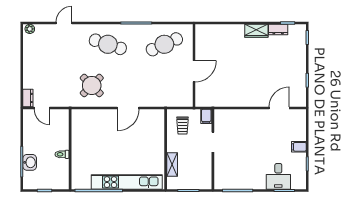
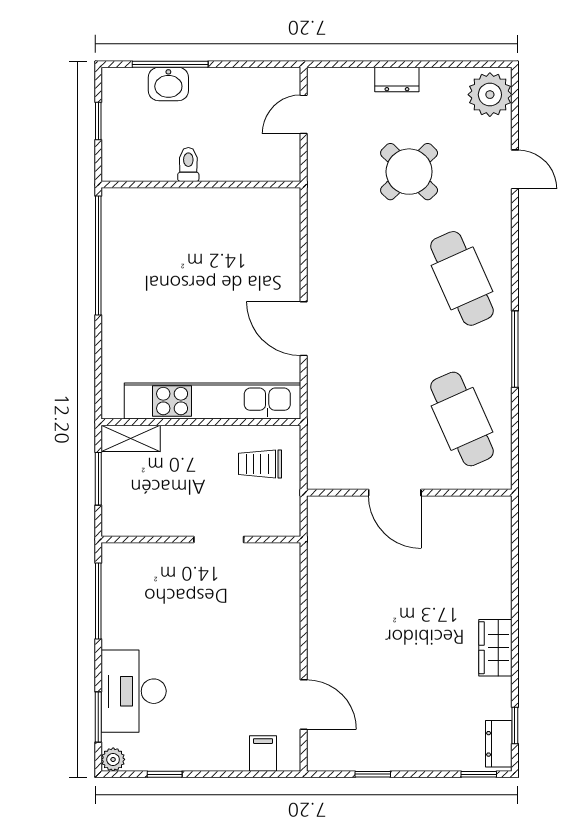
plant: (30, 29) -> (490, 95), width x1.87, depth x1.87
dresser: (278, 29) -> (499, 744), moved
cafe table: (108, 44) -> (462, 278), turned -42
round table: (92, 85) -> (409, 172), moved
dresser: (28, 98) -> (397, 80), moved
filing cabinet: (206, 116) -> (283, 523), removed
filing cabinet: (299, 147) -> (263, 753), moved
shelving: (172, 165) -> (131, 438), moved
desk: (278, 176) -> (134, 691), width x1.37
kitchen unit: (127, 182) -> (213, 401), moved, turned -90
plant: (301, 185) -> (113, 759), added

